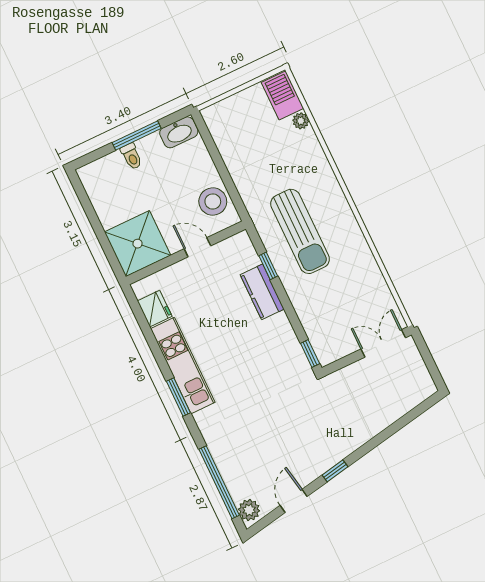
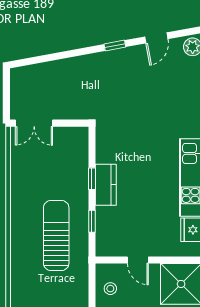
stool: (213, 202) -> (110, 289), width x0.53, depth x0.53
kitchen counter: (262, 292) -> (106, 185), moved
window: (310, 354) -> (92, 179), moved

